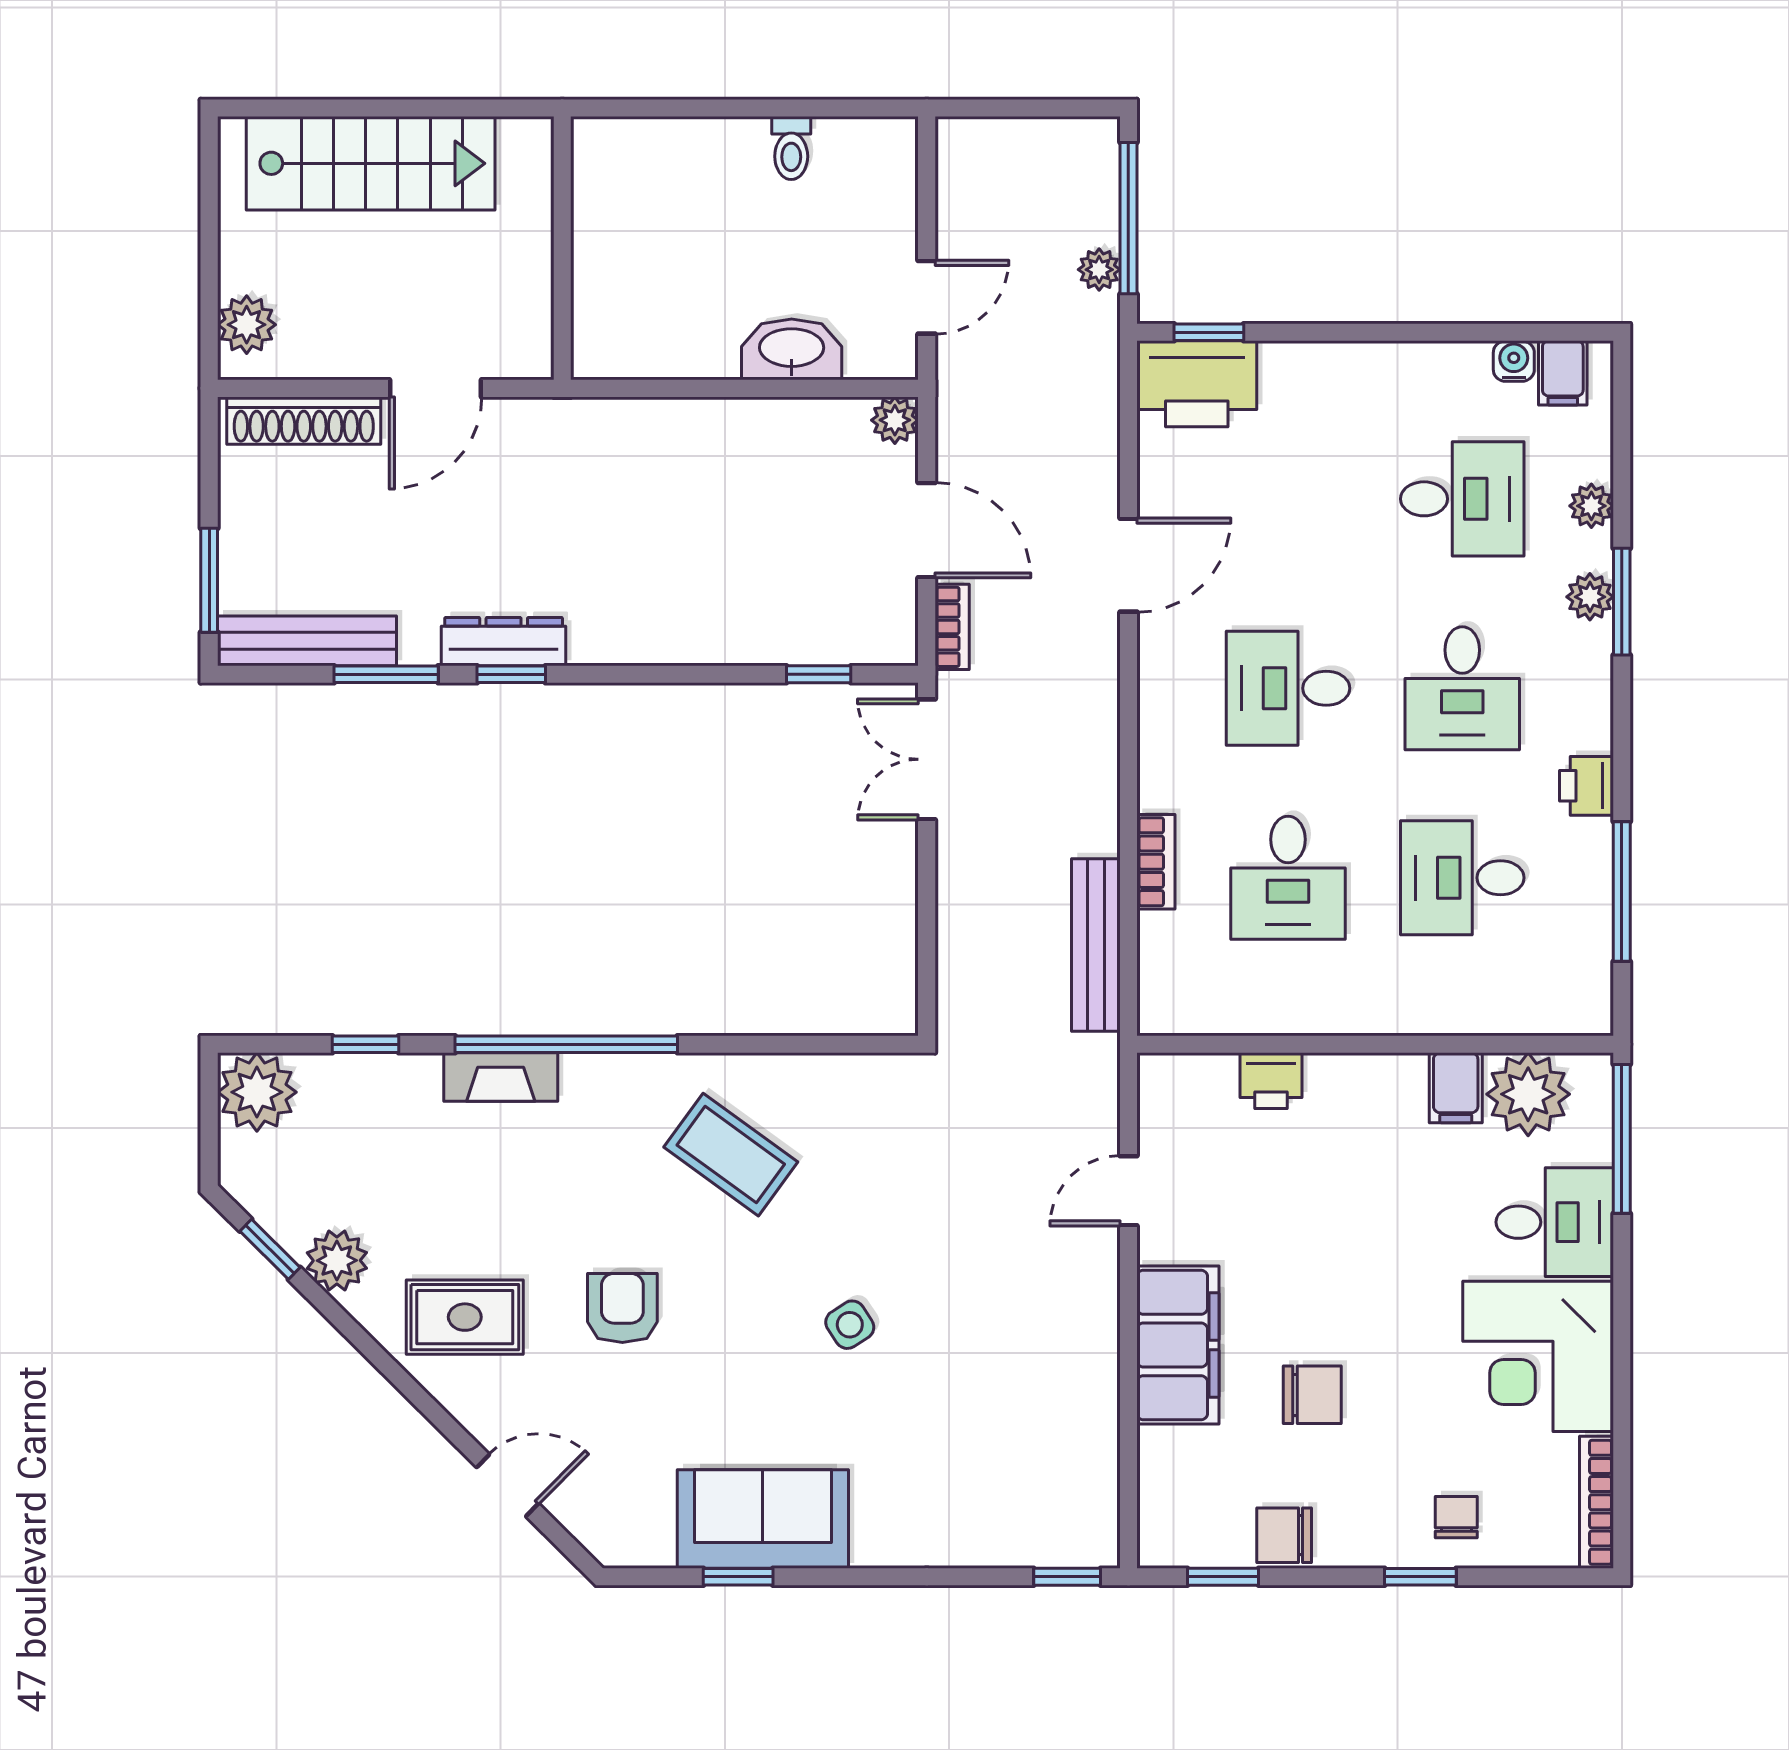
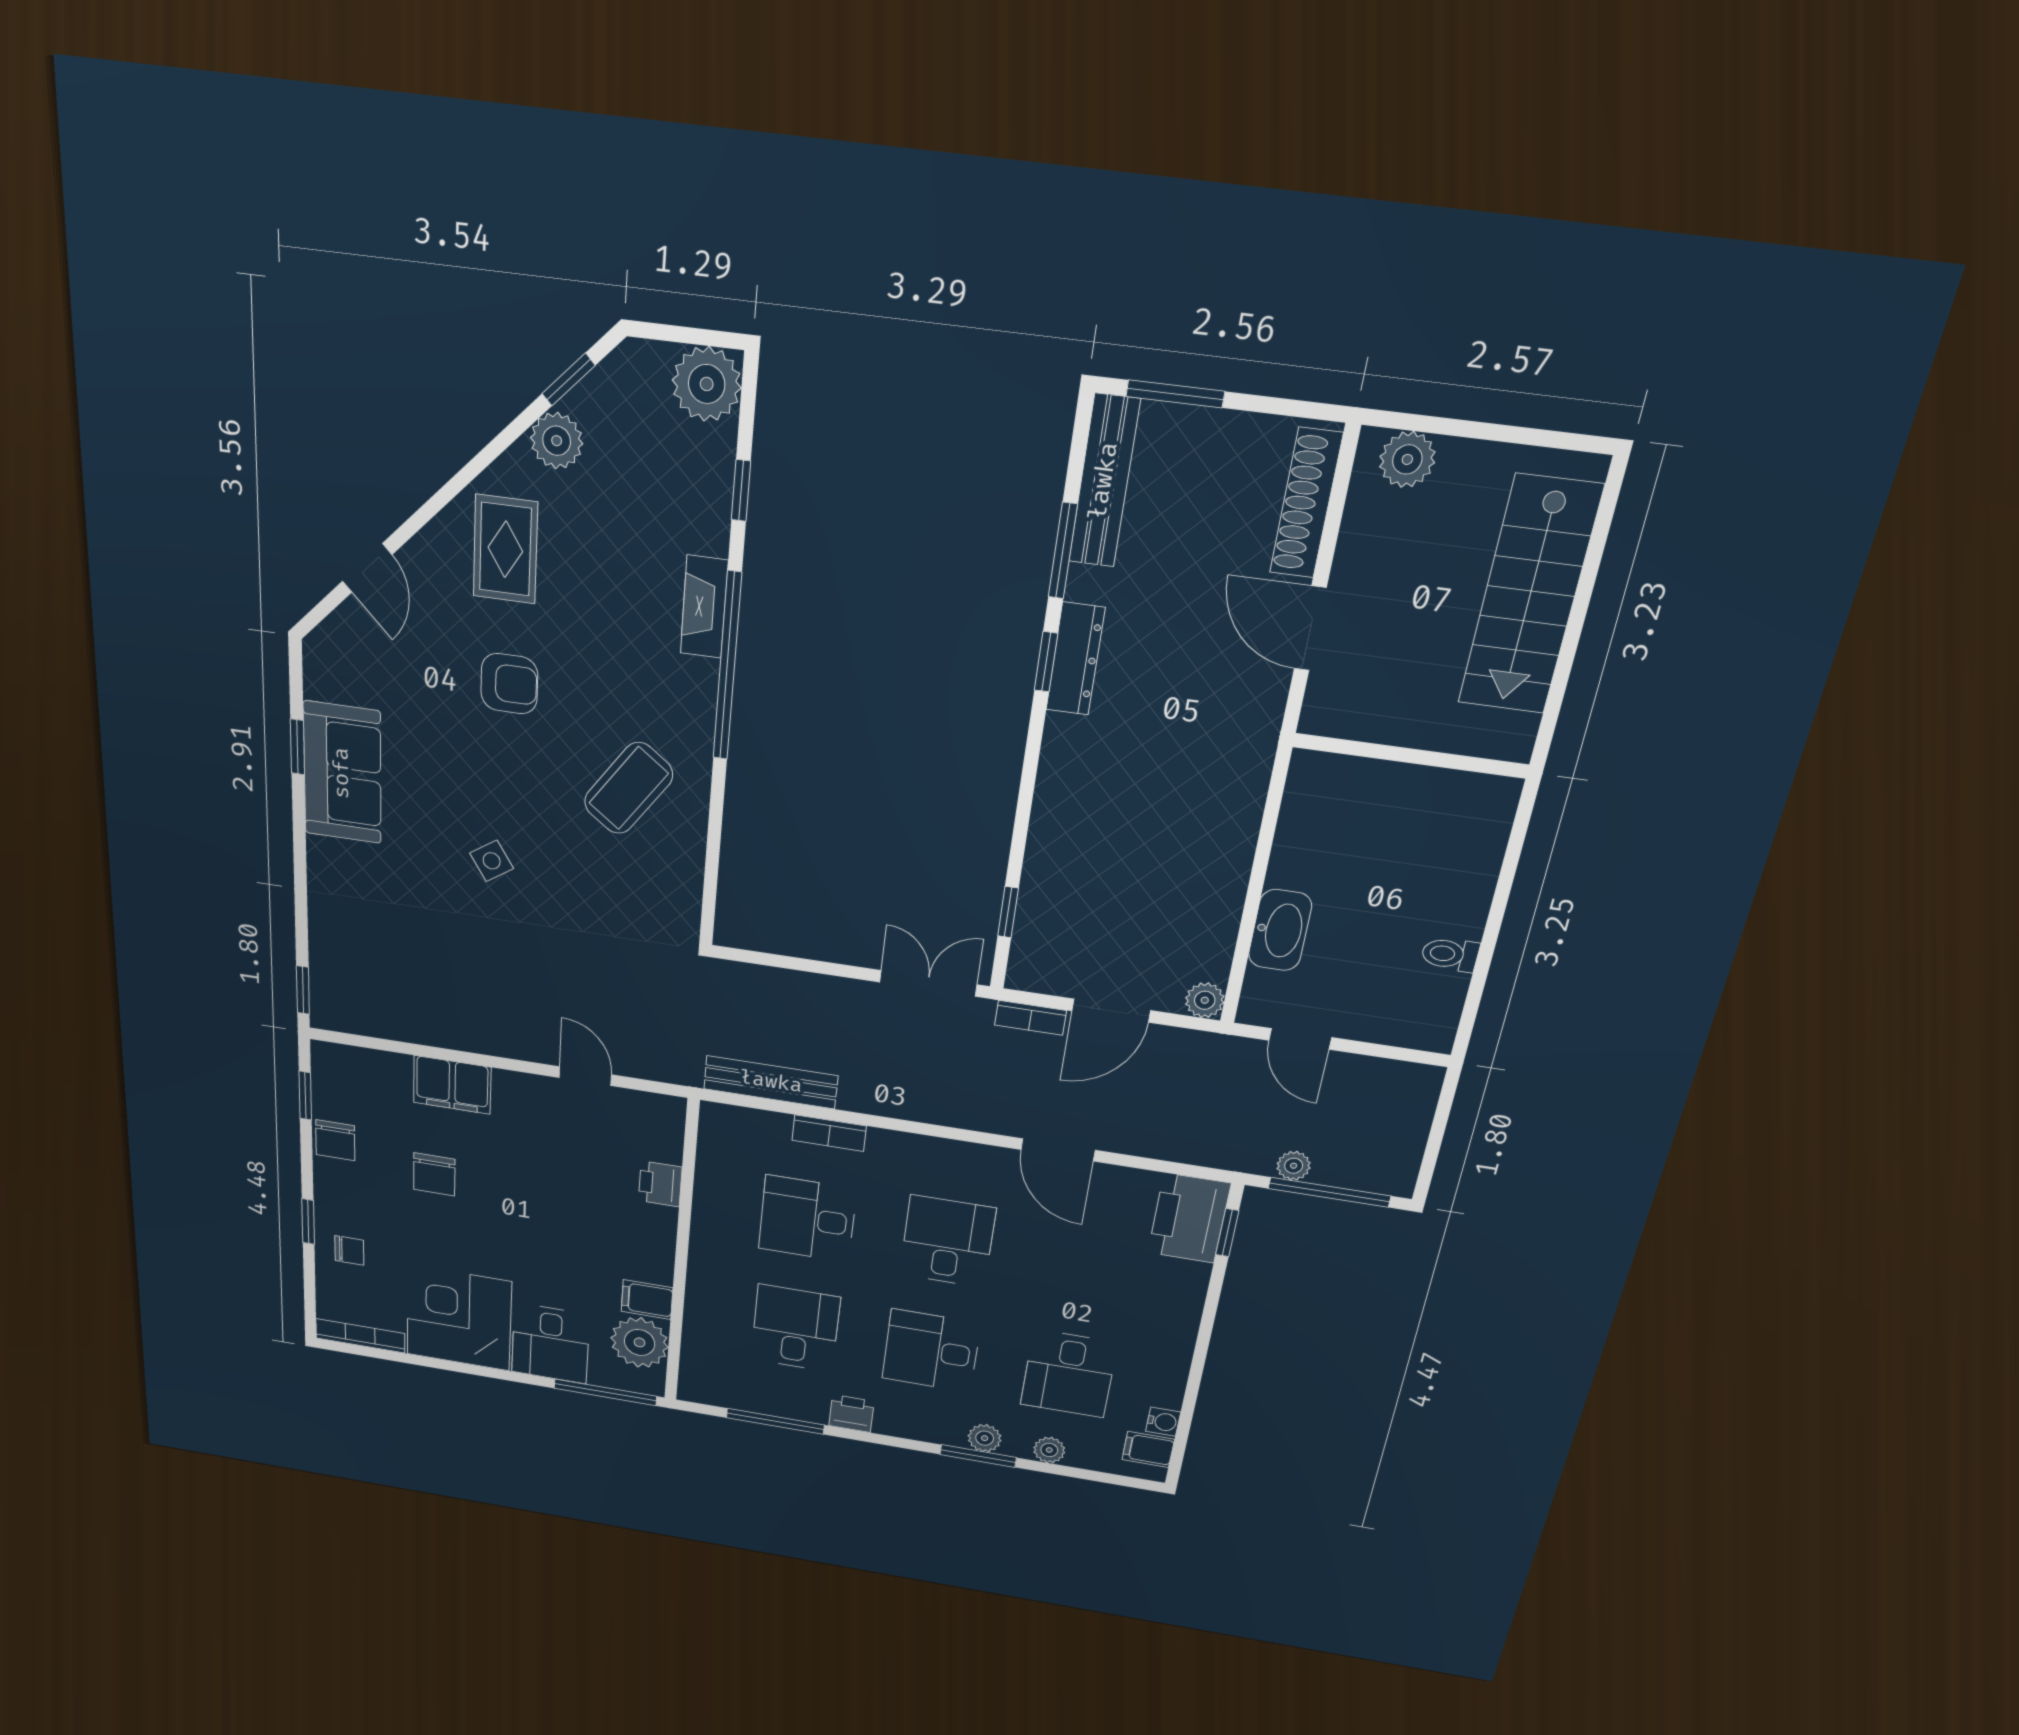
filing cabinet: (1178, 1345) -> (452, 1085), width x0.67, depth x0.86
chair: (1284, 1535) -> (335, 1140), turned 180

